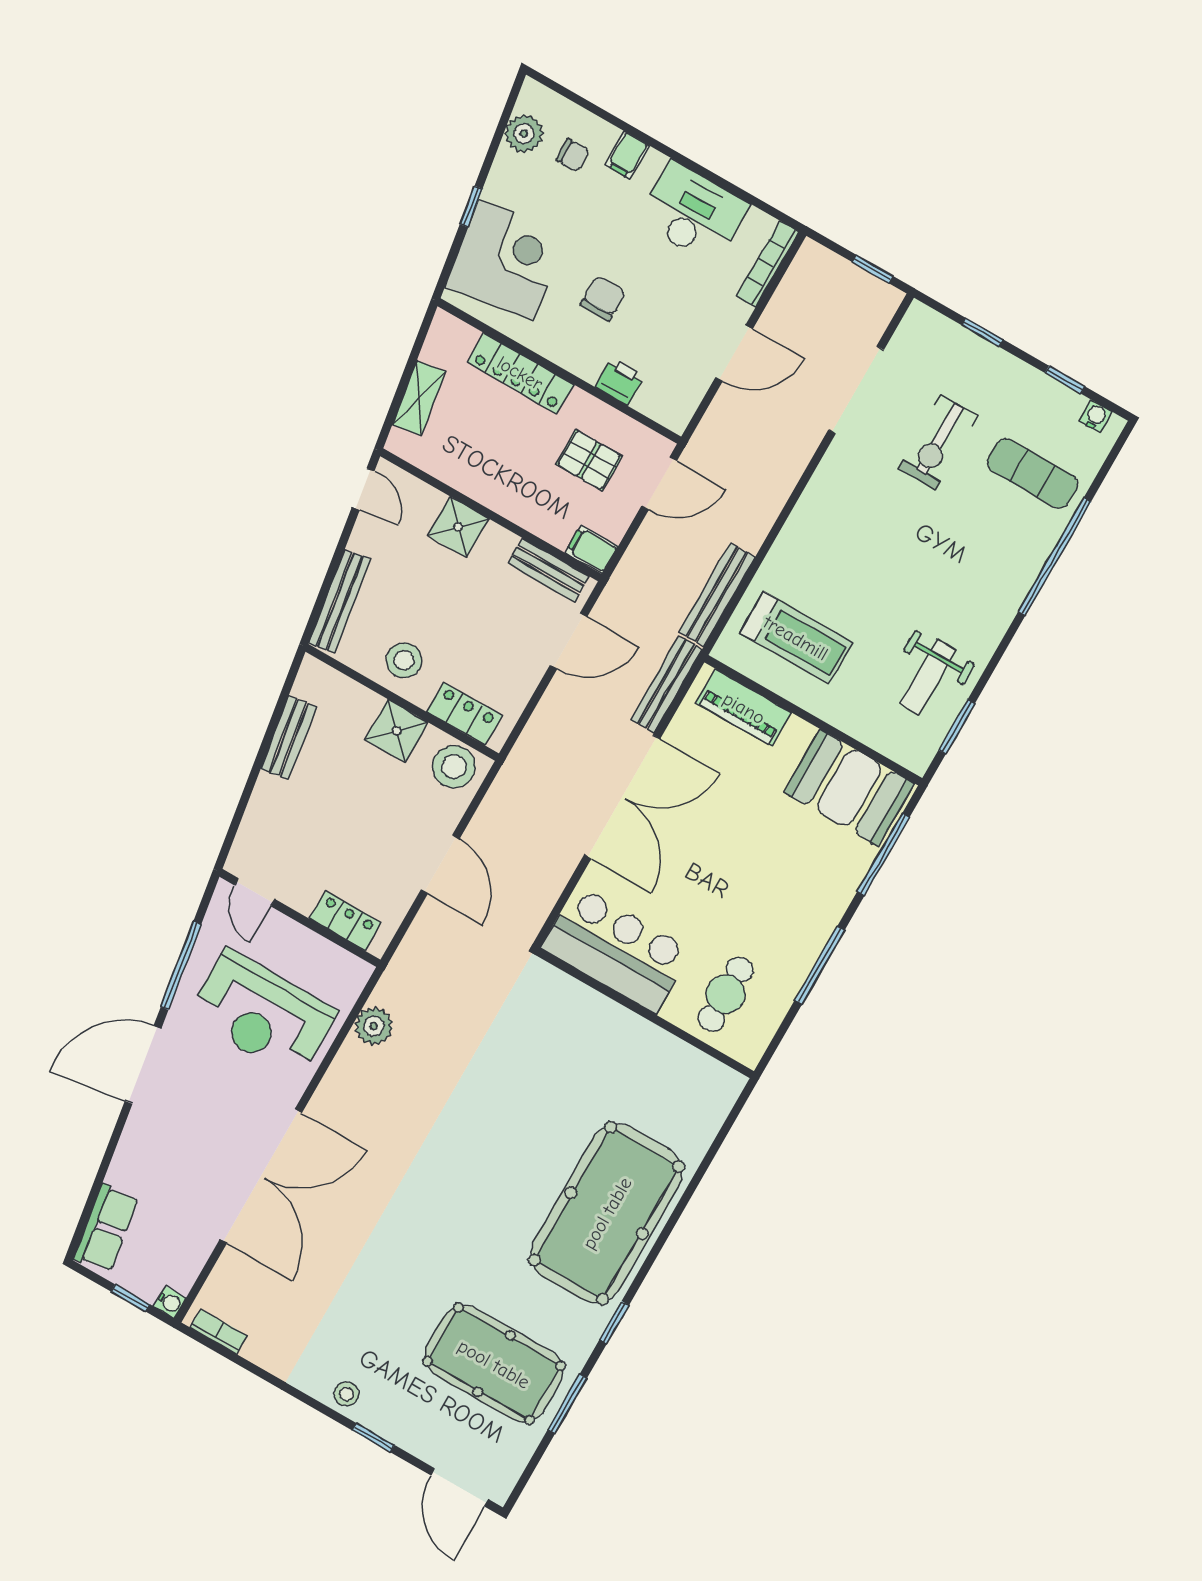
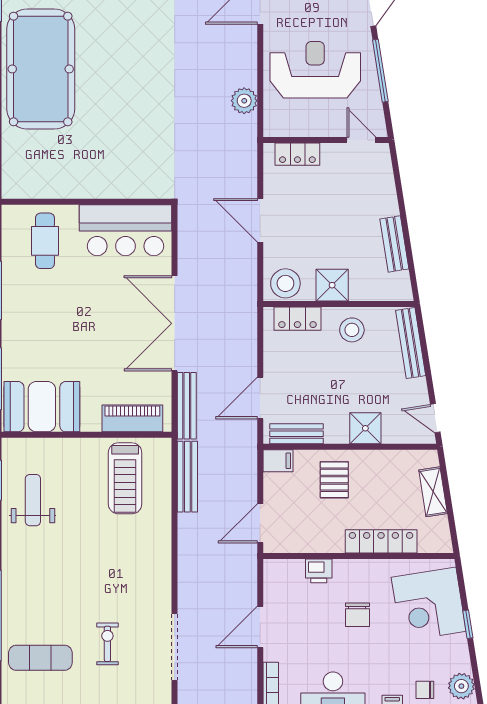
exercise bike: (938, 442) -> (107, 644), width x0.73, depth x0.72
pallet: (589, 460) -> (334, 480), moved, turned 90
treadmill: (796, 638) -> (125, 478), turned -90

